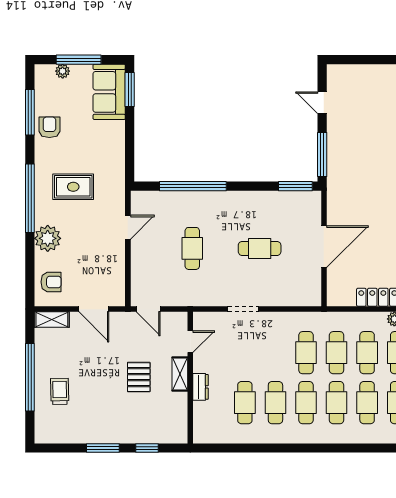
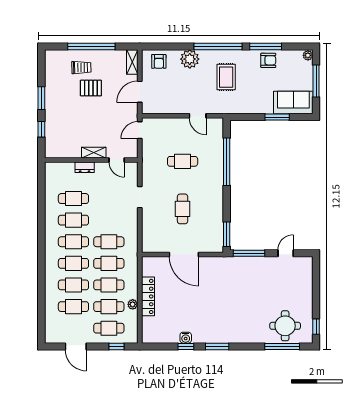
plant: (63, 71) -> (308, 55), moved
window: (130, 89) -> (277, 117), moved
window: (30, 112) -> (266, 46), moved
pallet: (139, 377) -> (91, 88), moved

